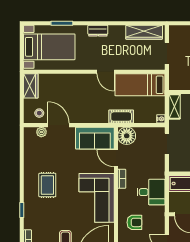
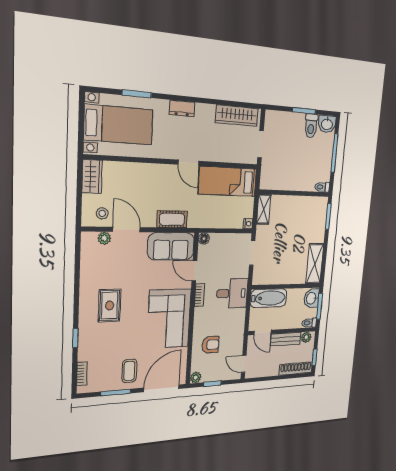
cot: (121, 117) -> (172, 219), moved
floor lamp: (127, 136) -> (204, 239), width x0.53, depth x0.53
desk: (151, 192) -> (232, 293), moved

